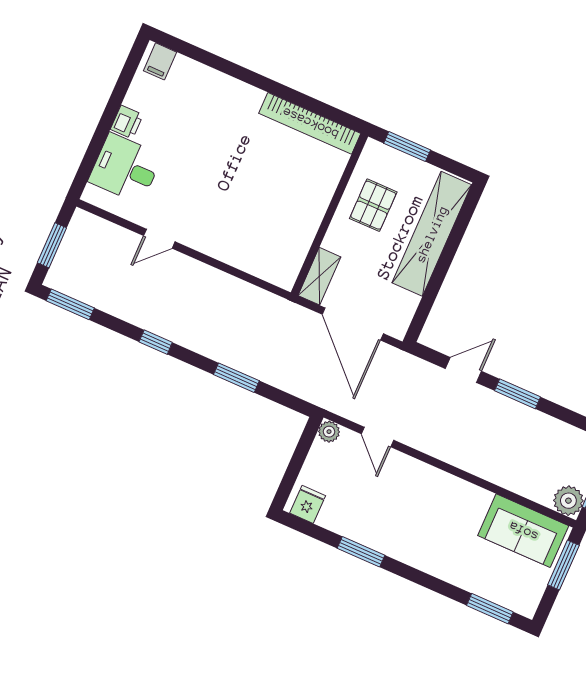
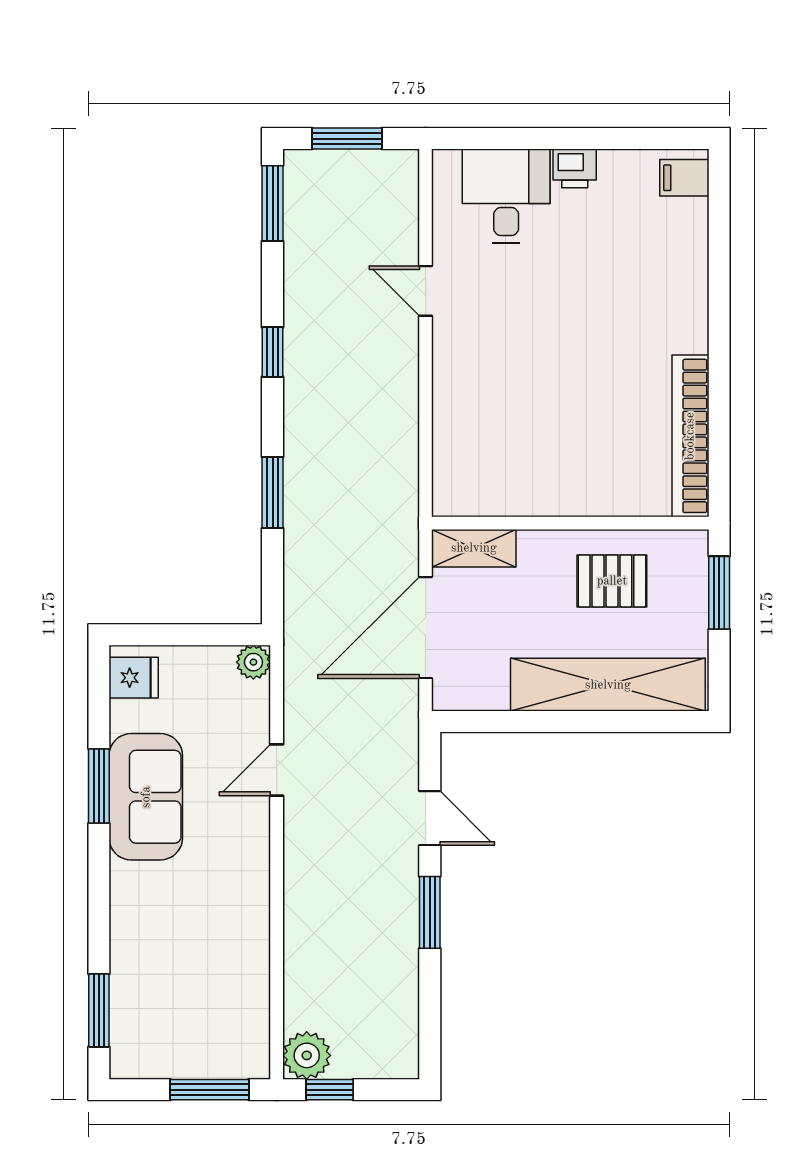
door: (377, 437) -> (277, 770), moved
sofa: (523, 531) -> (146, 797), moved, turned 180

